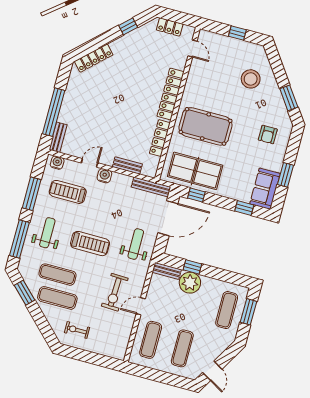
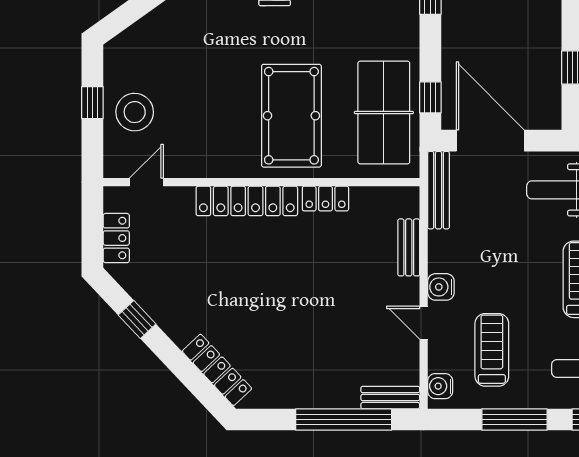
stool: (251, 79) -> (135, 112), moved
locker: (160, 138) -> (325, 199), width x0.66
treadmill: (68, 192) -> (492, 350), turned 180

